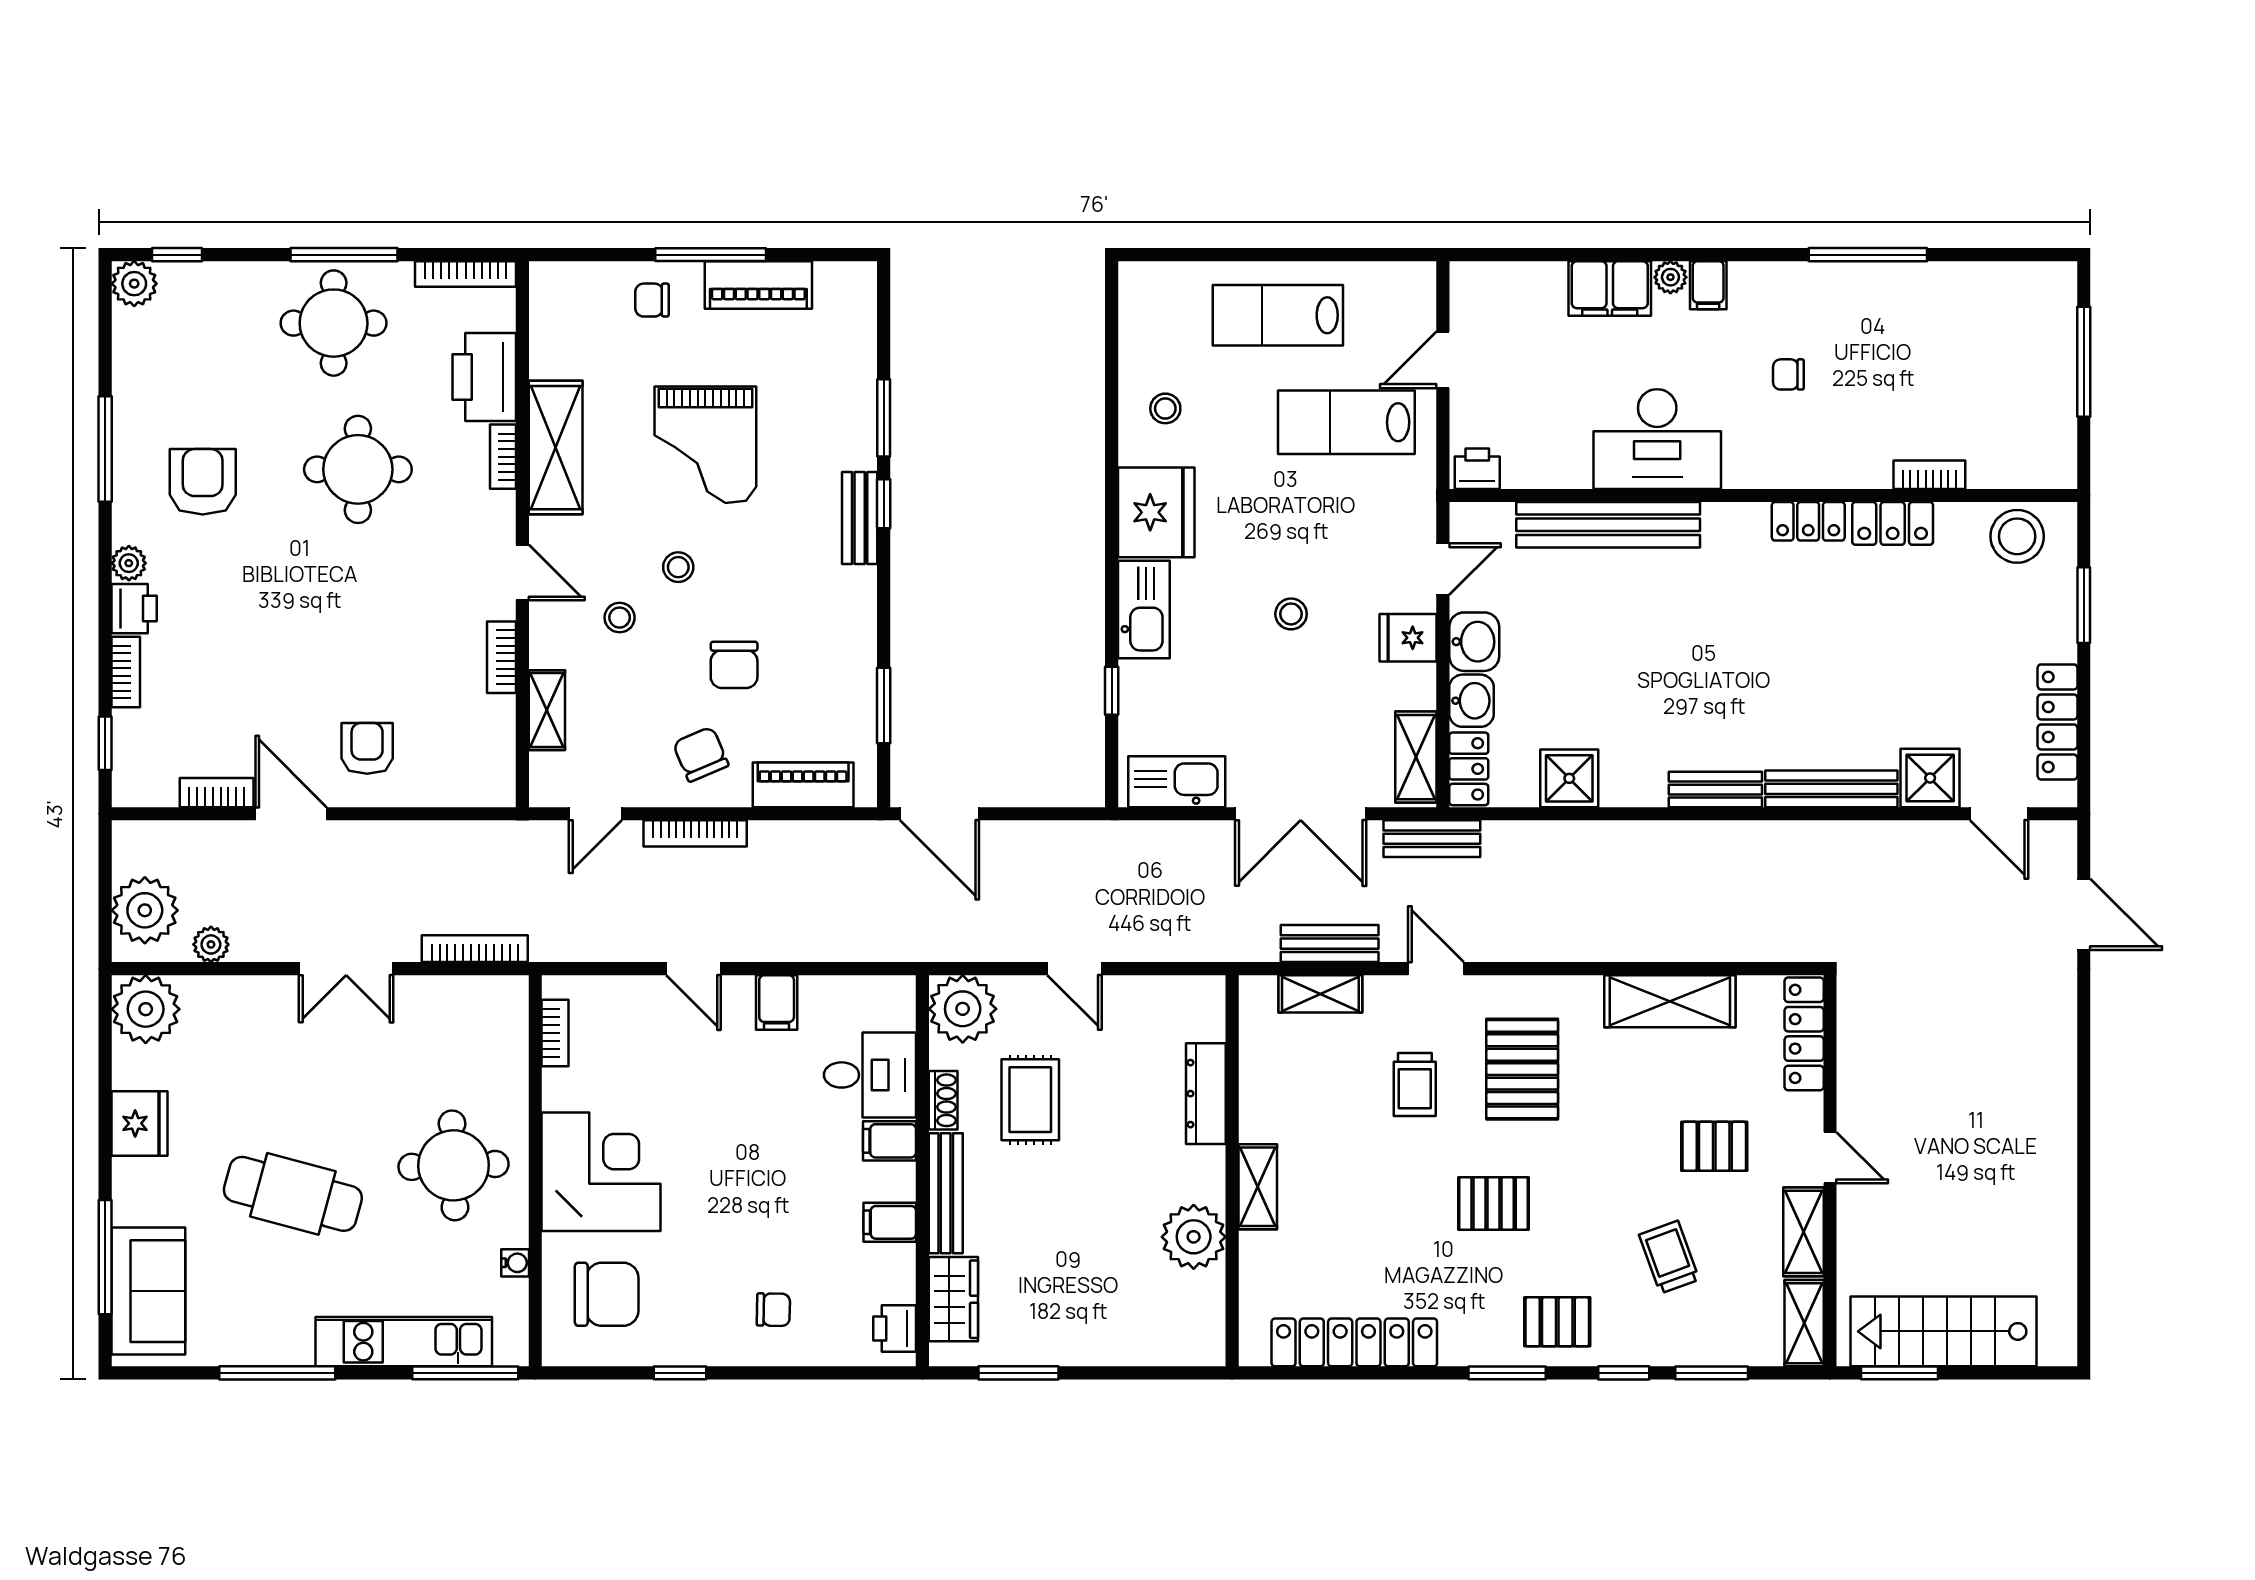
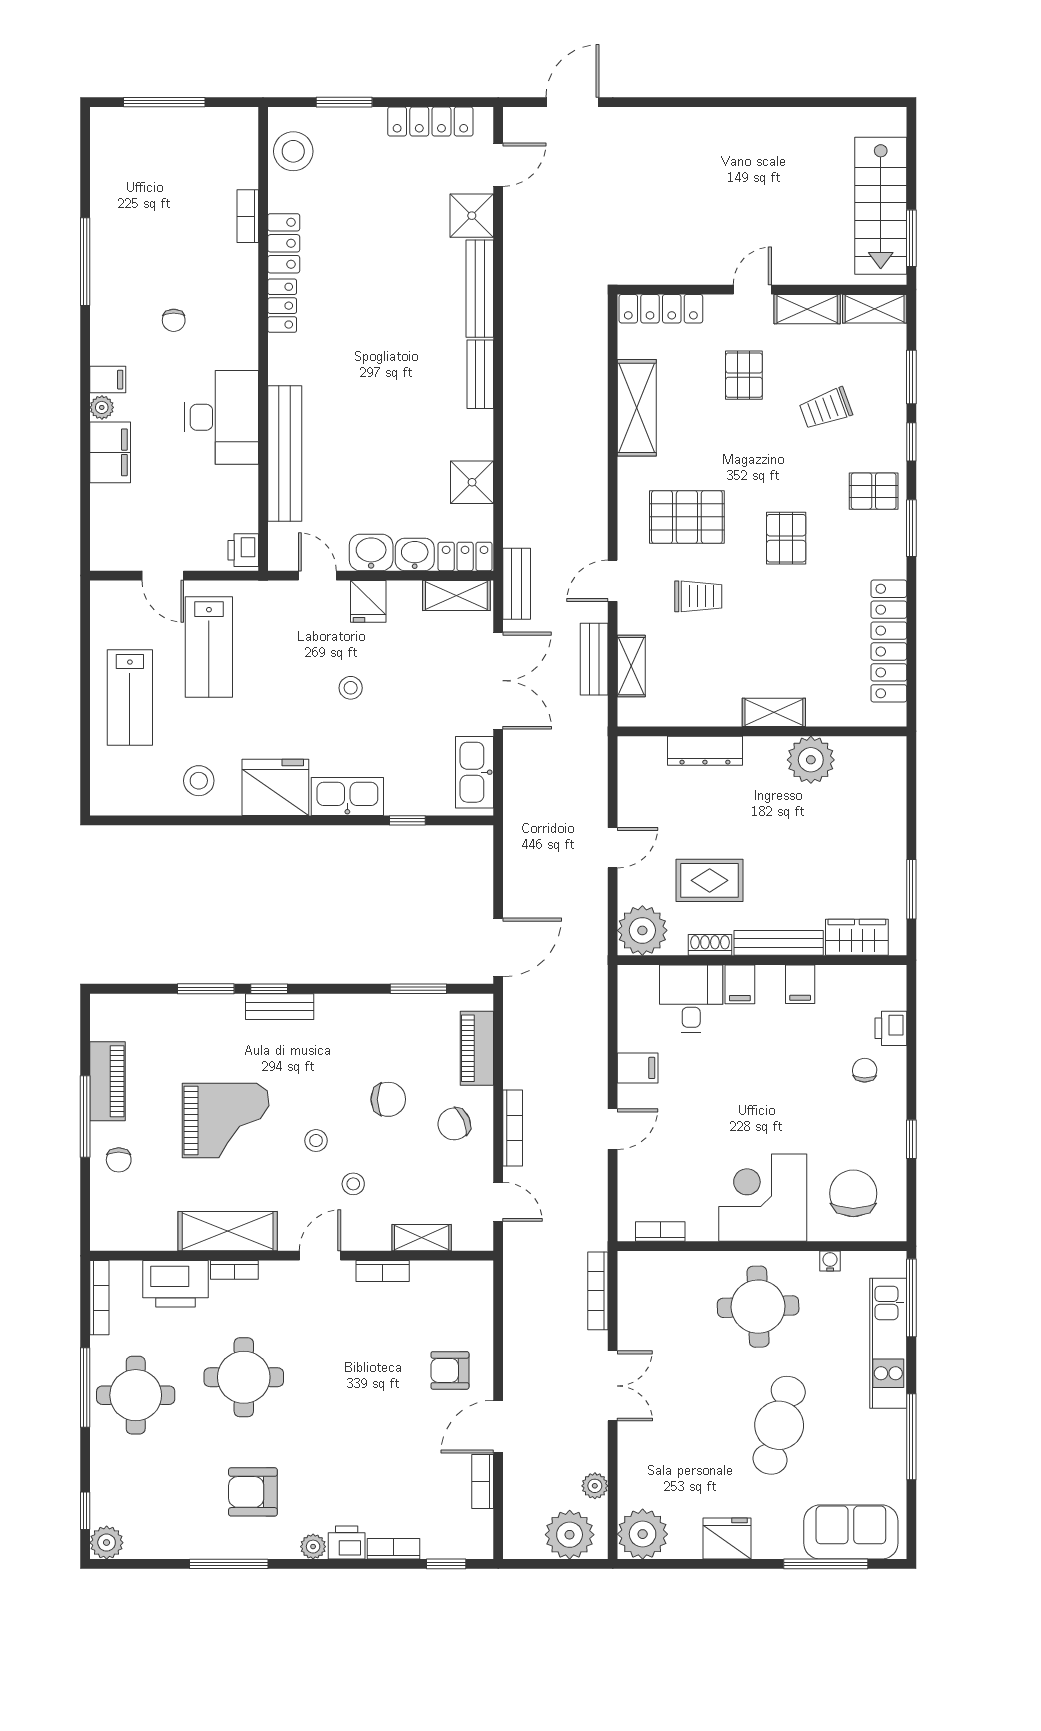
stool: (1165, 408) -> (199, 781), width x1.37, depth x1.37
pallet: (1557, 1322) -> (874, 491), turned 90
printer: (895, 1329) -> (891, 1028), moved, turned 90

